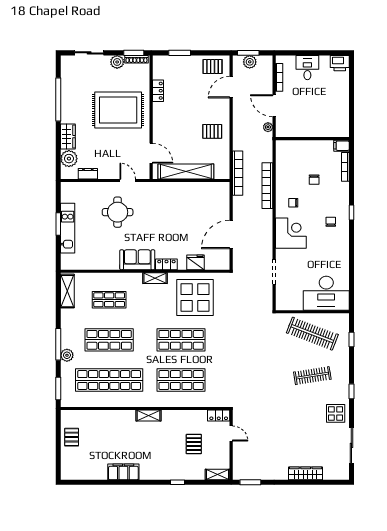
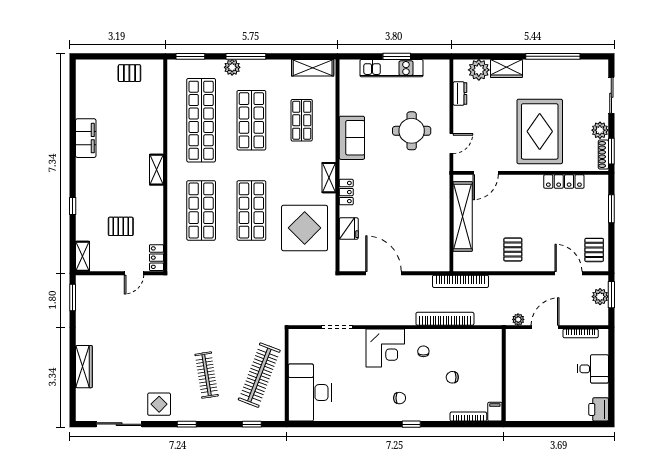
locker: (158, 91) -> (564, 182), width x1.53
sofa: (137, 260) -> (352, 138), moved

